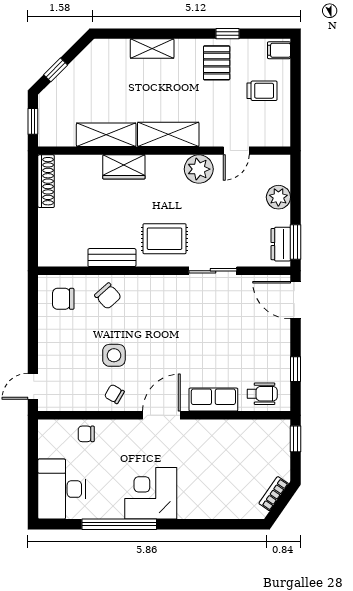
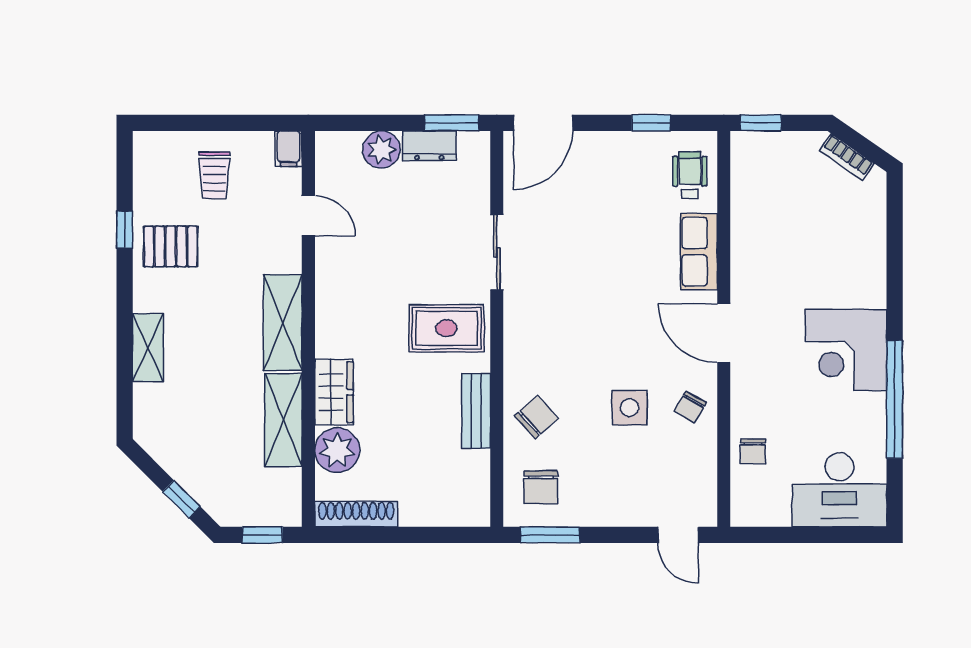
filing cabinet: (279, 50) -> (289, 149), moved
trolley: (262, 91) -> (214, 175), turned 180
plant: (199, 169) -> (337, 450), moved
rug: (165, 239) -> (447, 328), turned 90
dresser: (281, 244) -> (429, 146), moved
window: (33, 305) -> (550, 535), added

